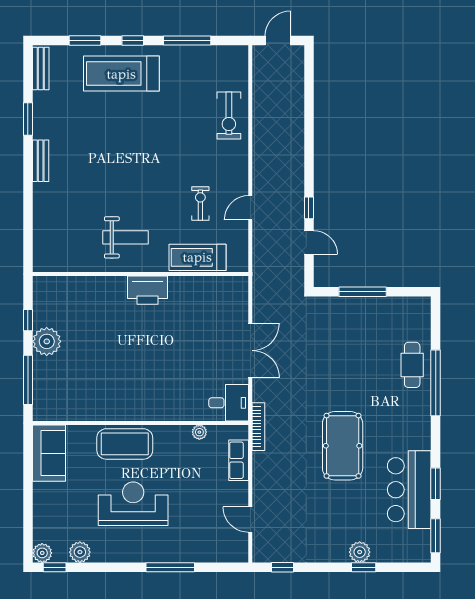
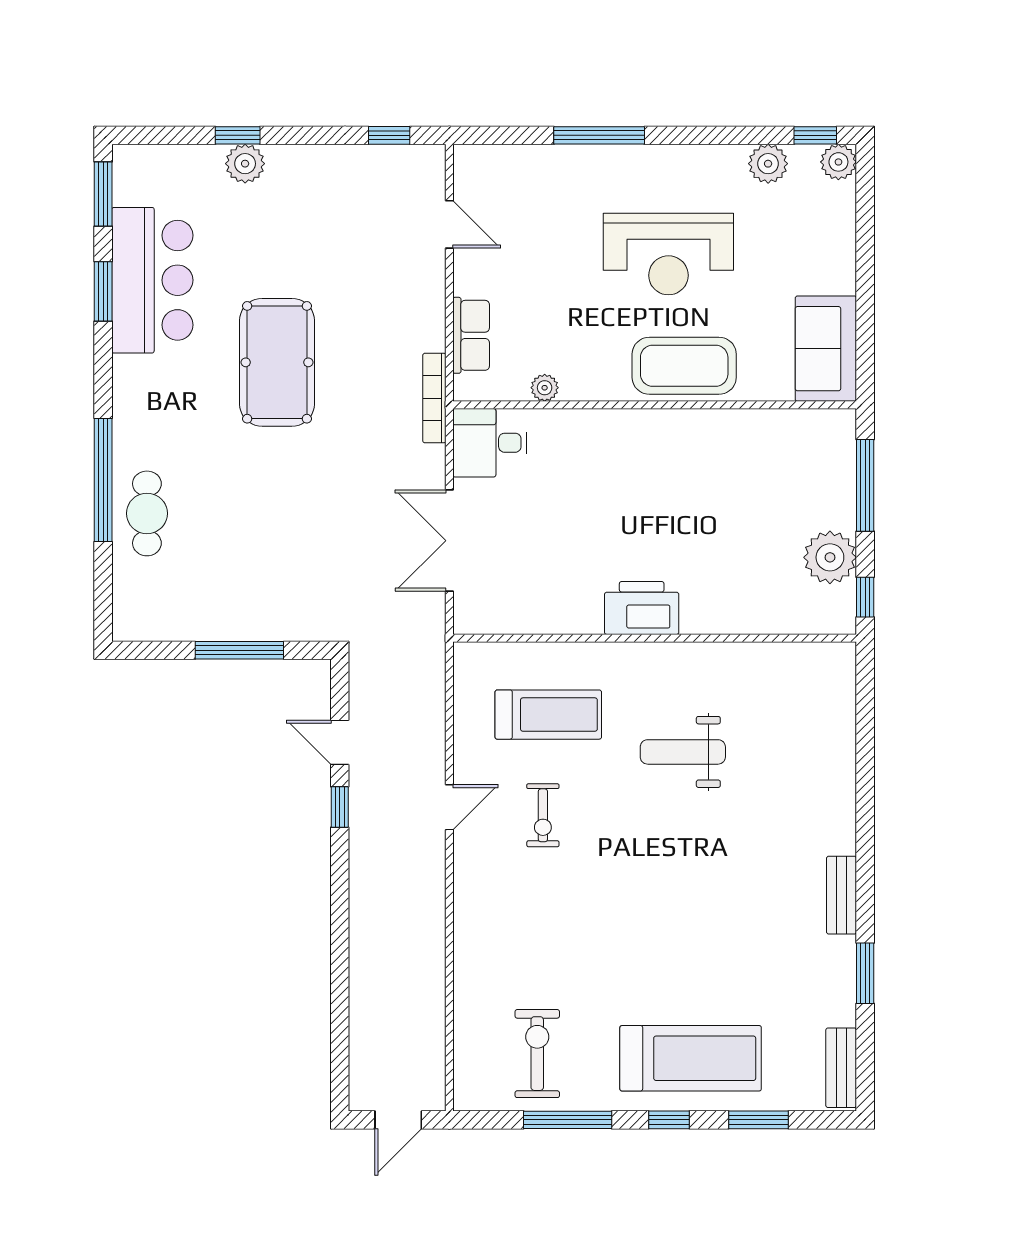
exercise bike: (229, 116) -> (537, 1054), moved
wall: (141, 274) -> (655, 638), moved
printer: (147, 290) -> (642, 608), moved

